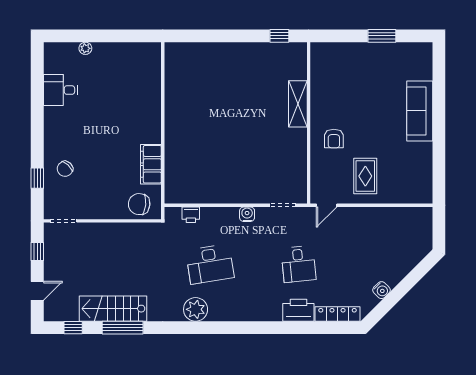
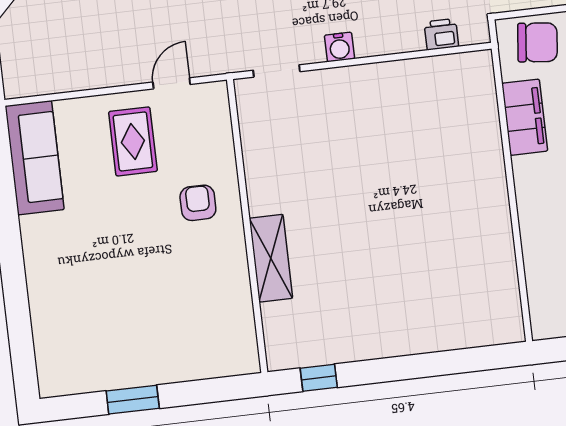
sofa: (420, 111) -> (35, 158), moved
door: (327, 205) -> (172, 83), moved

